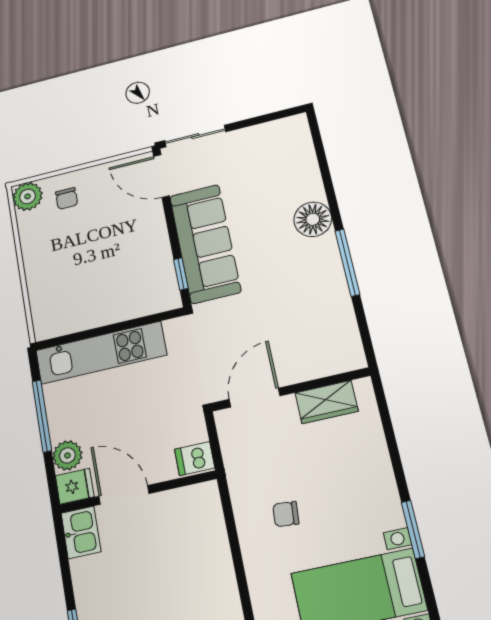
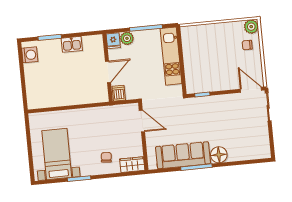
door: (161, 176) -> (251, 90), hinge flipped
sofa: (205, 244) -> (183, 155), moved, turned 180
wardrobe: (327, 402) -> (132, 165), moved, turned 90
door: (124, 495) -> (108, 72), moved
chair: (286, 514) -> (106, 157), moved
kitchen sink: (81, 532) -> (72, 44), moved

